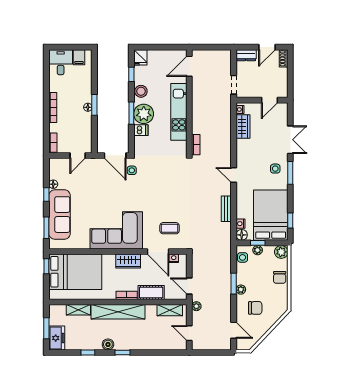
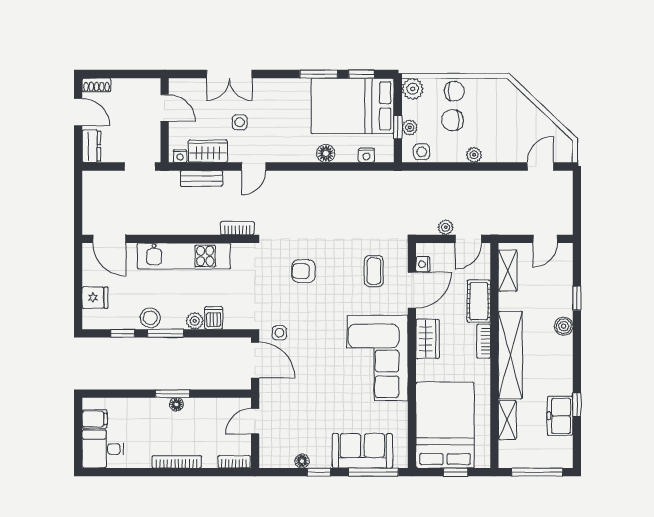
fridge: (140, 57) -> (95, 298), moved
window: (131, 113) -> (166, 333), moved
plant: (144, 114) -> (195, 321), width x0.53, depth x0.53
double door: (290, 140) -> (229, 74), swing flipped
door: (78, 155) -> (255, 421), swing flipped
door: (115, 155) -> (255, 360), hinge flipped
side table: (275, 169) -> (240, 122), moved
window: (290, 173) -> (319, 74), moved
door: (234, 175) -> (254, 166), moved
armchair: (170, 185) -> (304, 271), added
bench: (226, 209) -> (201, 179), moved
sofa: (60, 215) -> (362, 451), width x0.73
window: (46, 228) -> (373, 472), width x1.44
floor lamp: (242, 235) -> (326, 153), moved
window: (46, 266) -> (456, 472), moved
window: (234, 284) -> (464, 166), removed
plant: (196, 306) -> (446, 227), moved
chair: (255, 308) -> (452, 120), moved, turned -90
window: (46, 328) -> (537, 472), width x1.44
freezer: (57, 338) -> (560, 416), moved, turned -90
boiler: (108, 344) -> (564, 326), moved
window: (123, 352) -> (577, 298), moved

